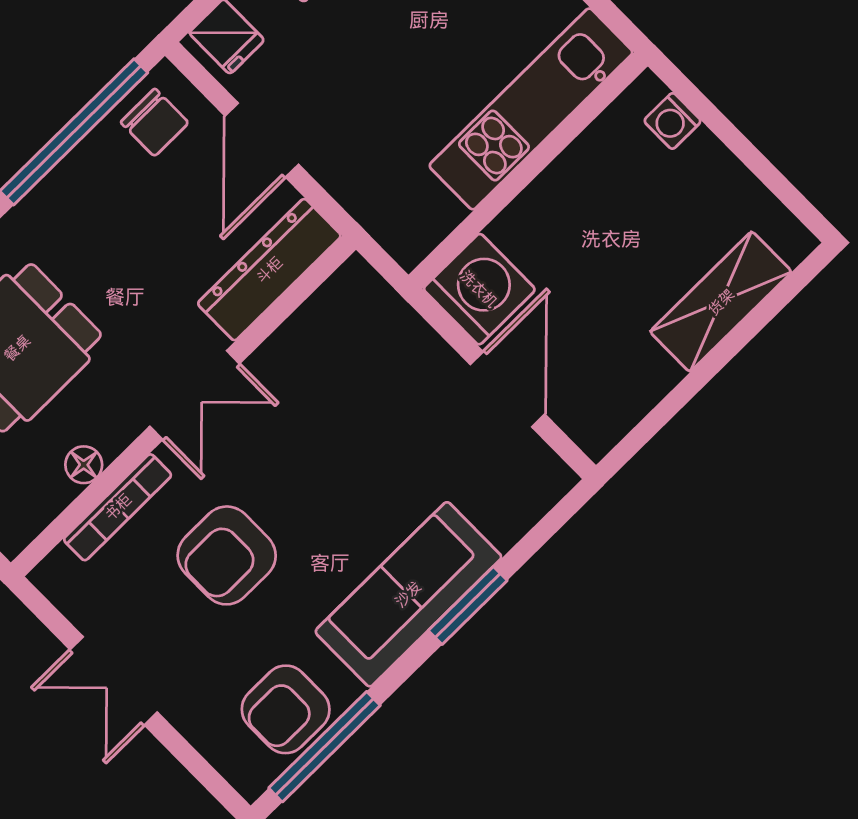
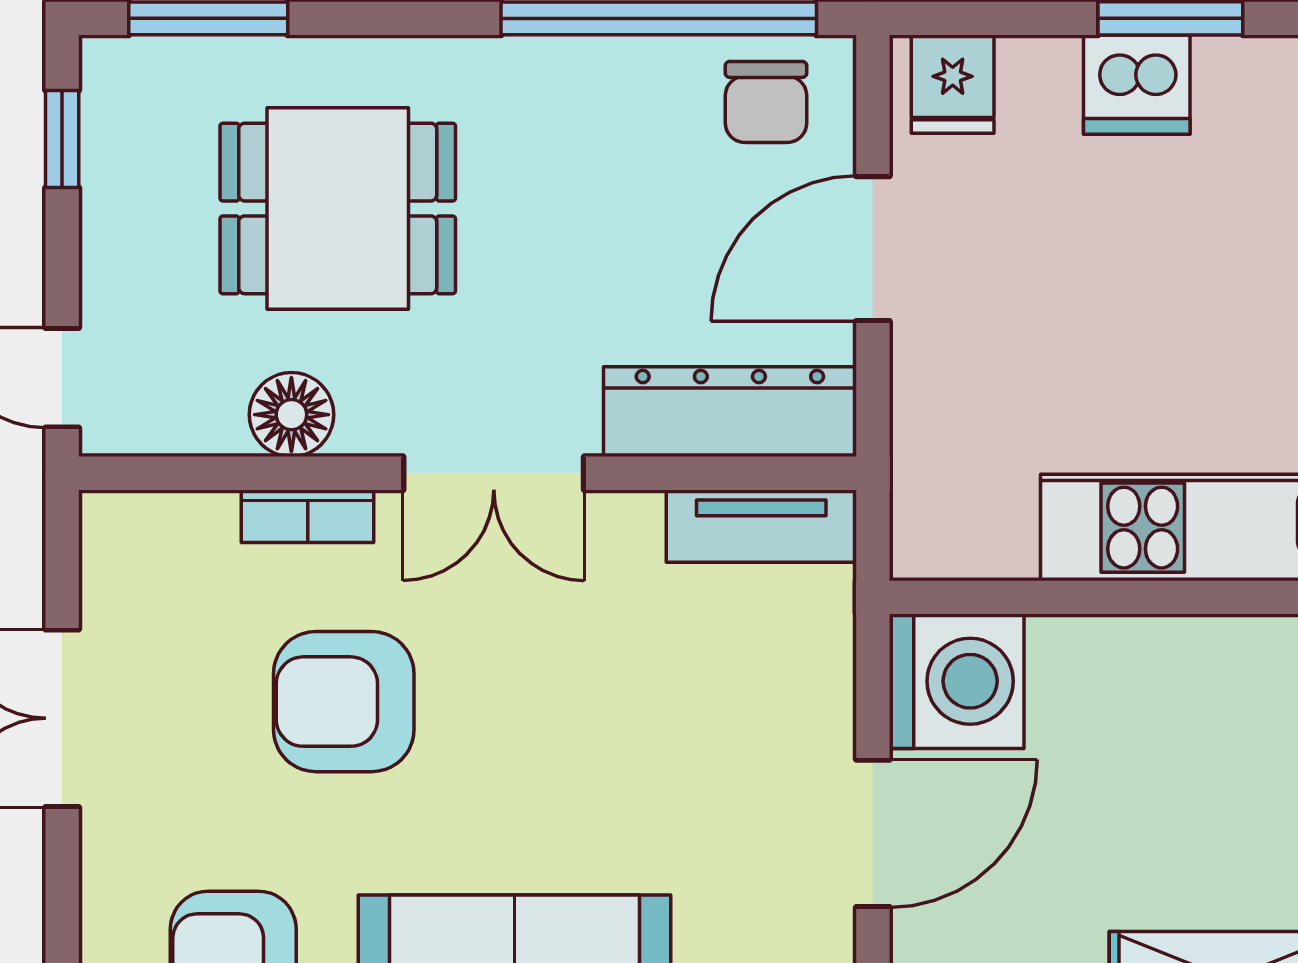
tv unit: (331, 305) -> (761, 526), added
floor lamp: (84, 465) -> (291, 415), width x1.37, depth x1.37
bookcase: (118, 507) -> (308, 516), width x0.64

